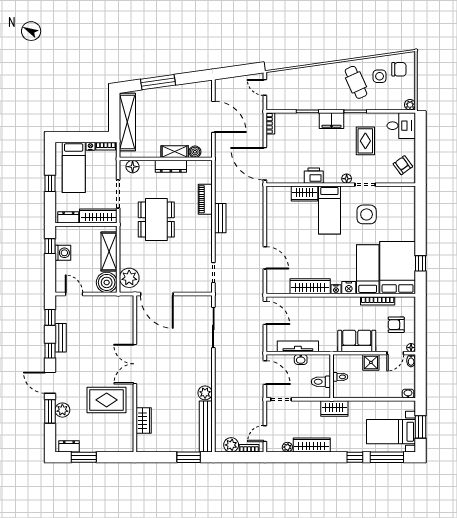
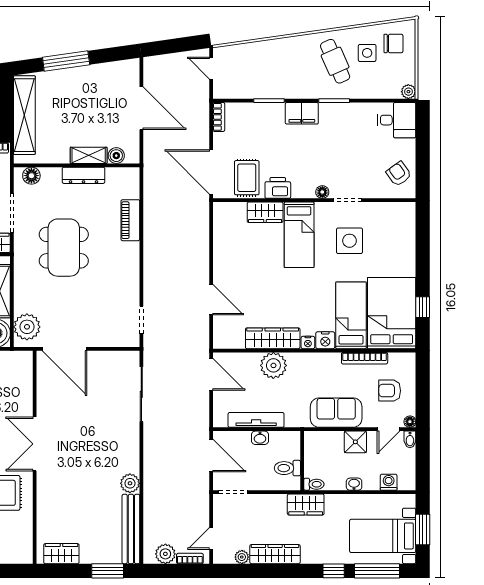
rug: (365, 141) -> (247, 178), moved
bench: (220, 218) -> (151, 246), removed
plant: (311, 306) -> (273, 365), added
toilet: (340, 377) -> (314, 484), moved
washing machine: (395, 392) -> (389, 482), added
washbasin: (408, 394) -> (354, 484), moved
wardrobe: (144, 421) -> (61, 554), moved, turned -90

